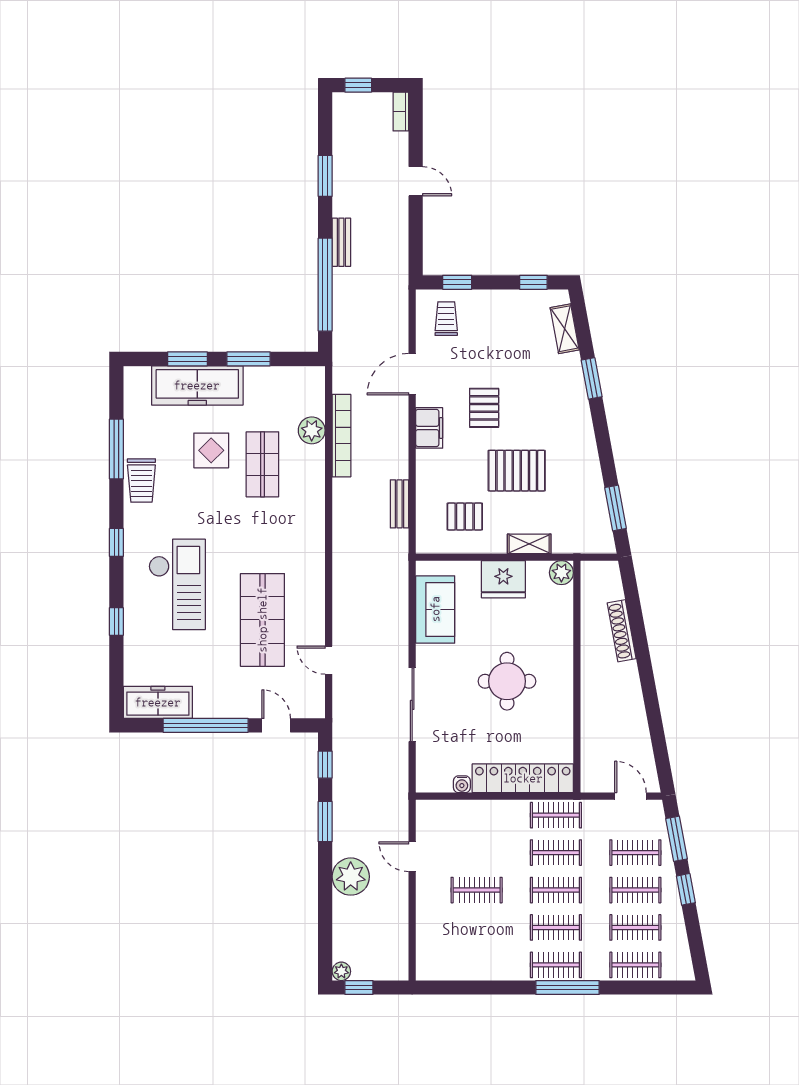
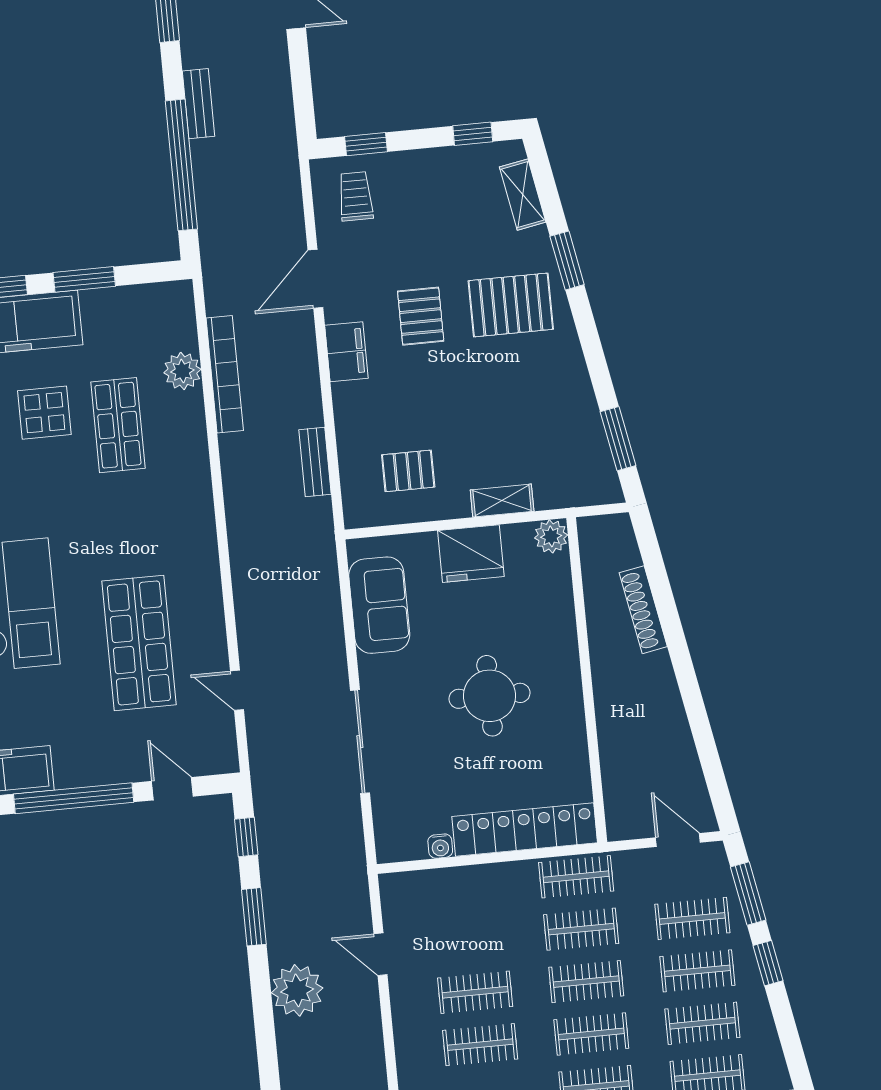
pallet: (517, 471) -> (511, 305), moved
clothes rail: (477, 927) -> (480, 1045), added

